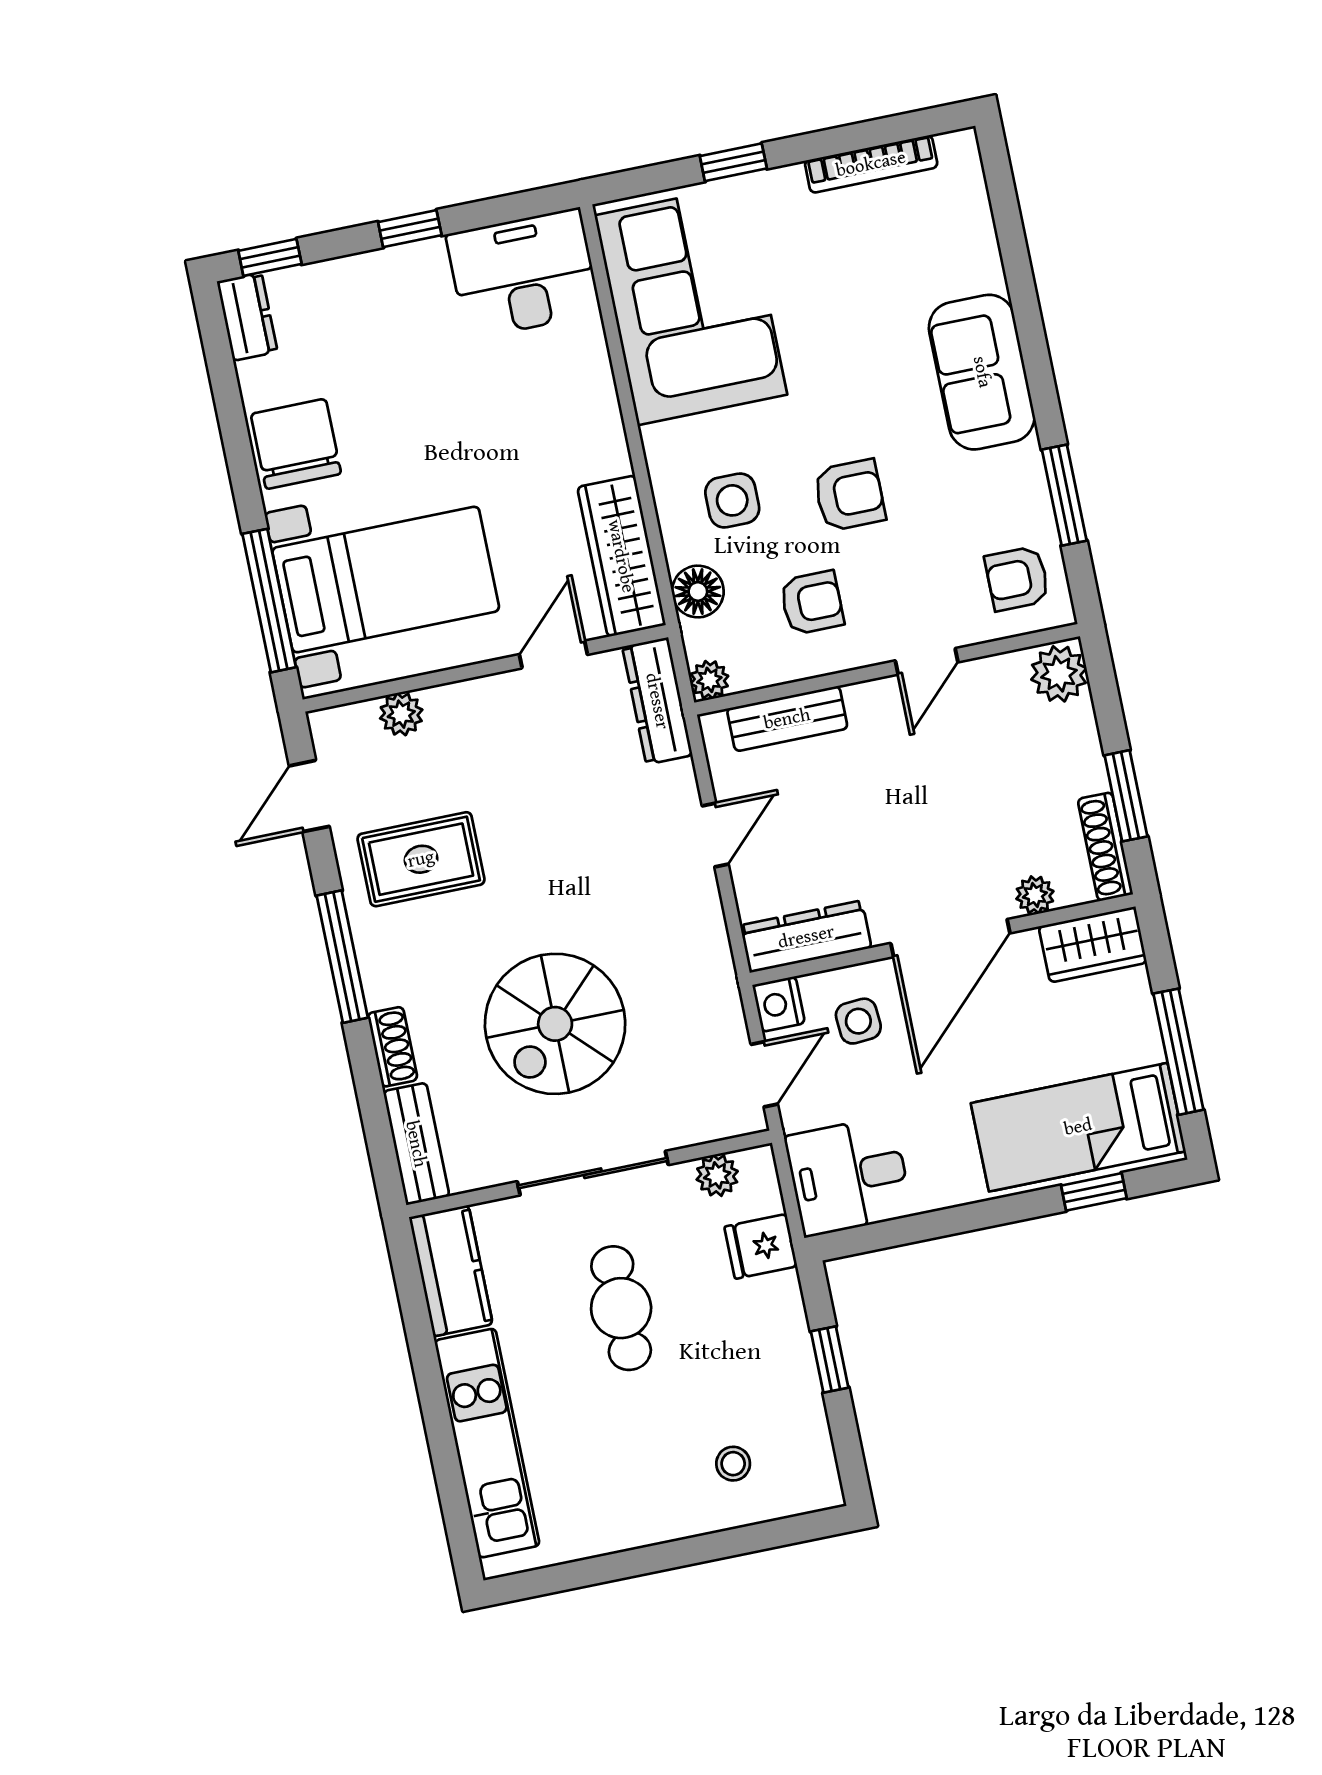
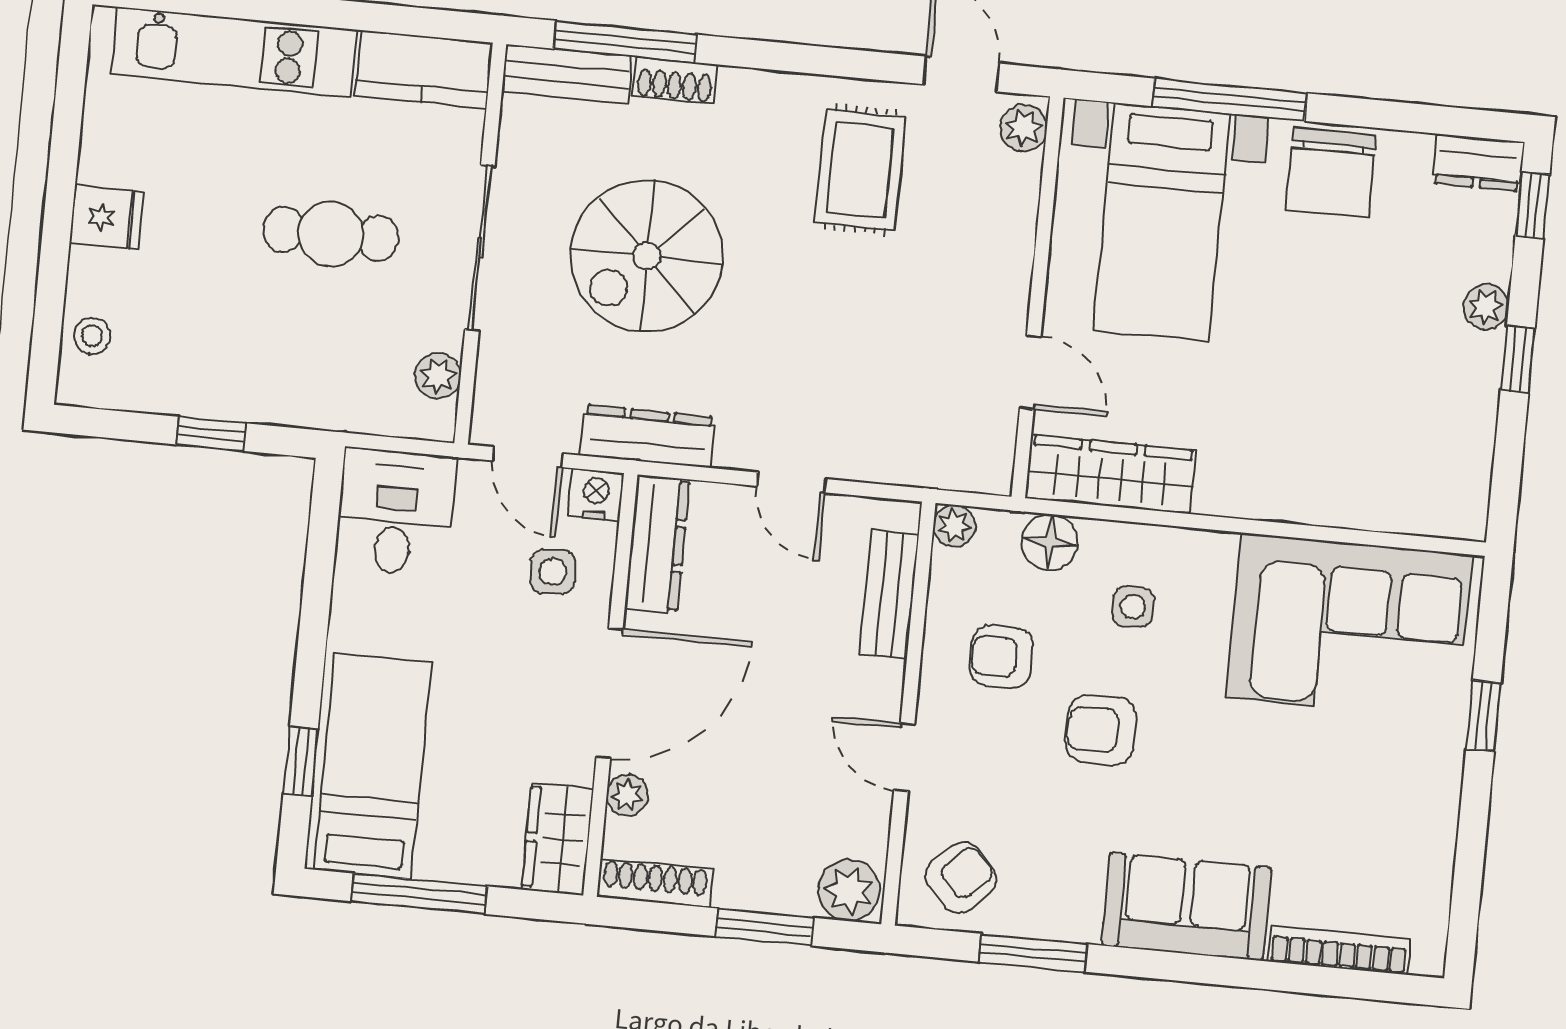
bookcase: (871, 164) -> (1339, 950), moved, turned 90
plant: (372, 271) -> (1486, 307), added
desk: (523, 274) -> (1435, 463), removed
chair: (296, 444) -> (1331, 172), turned 90
armchair: (849, 495) -> (1101, 730), turned 90
side table: (732, 500) -> (1133, 607), width x0.73, depth x0.73
armchair: (1017, 578) -> (961, 877), turned 45
window: (269, 601) -> (1230, 100), moved
armchair: (812, 603) -> (1002, 657), turned 90
dresser: (657, 701) -> (647, 436), moved
plant: (401, 714) -> (1024, 128), moved
window: (1126, 796) -> (765, 927), moved
door: (950, 938) -> (610, 693), swing flipped
window: (342, 957) -> (625, 42), moved
spiral stairs: (555, 1024) -> (647, 256), turned -90
fridge: (761, 1246) -> (107, 218), moved, turned 90
stool: (733, 1464) -> (92, 336), moved

